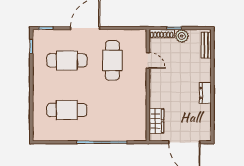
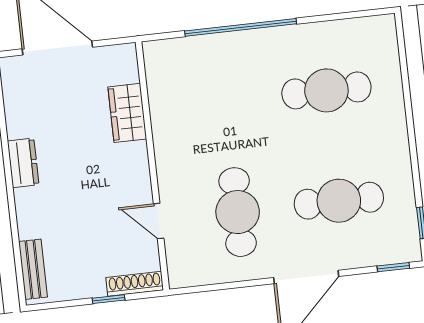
plant: (182, 36) -> (89, 284), removed
wardrobe: (156, 121) -> (127, 113), moved

